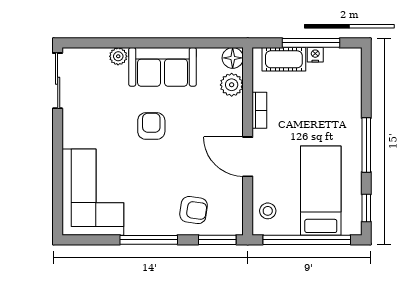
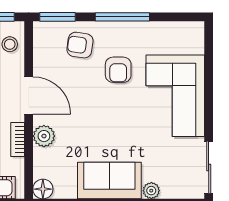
plant: (232, 85) -> (44, 136), moved
armchair: (151, 126) -> (118, 70), moved
corner sofa: (93, 192) -> (175, 96), moved

